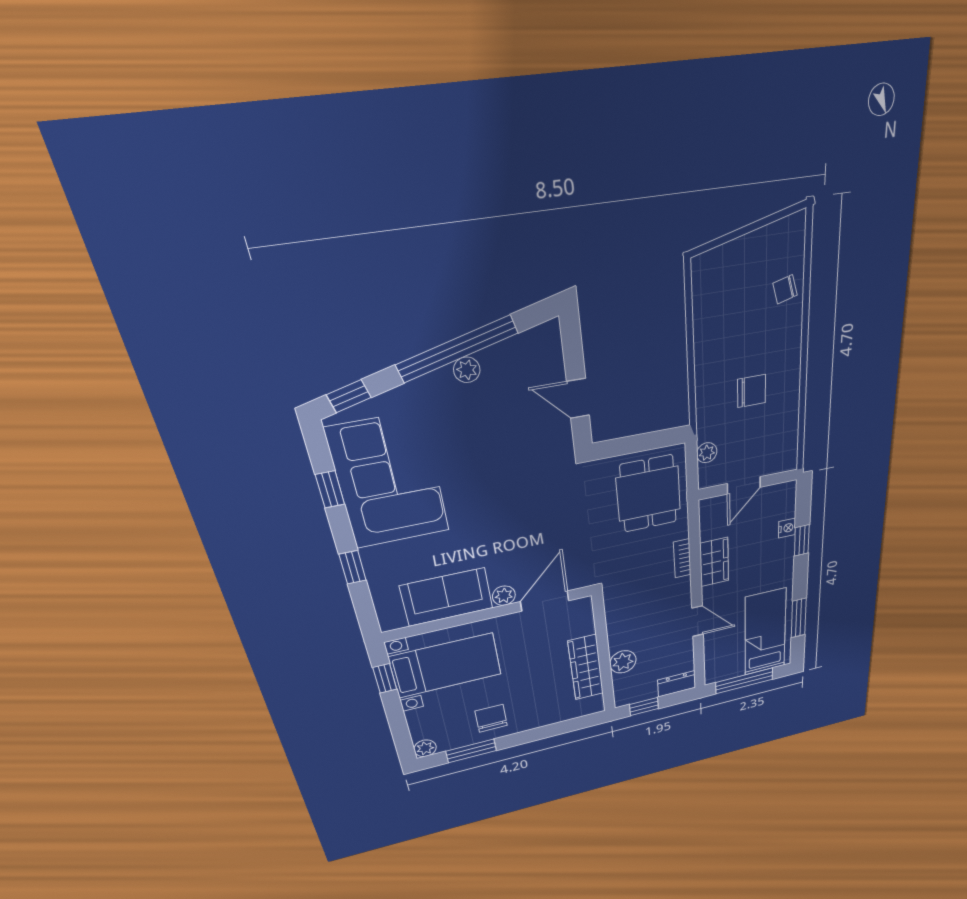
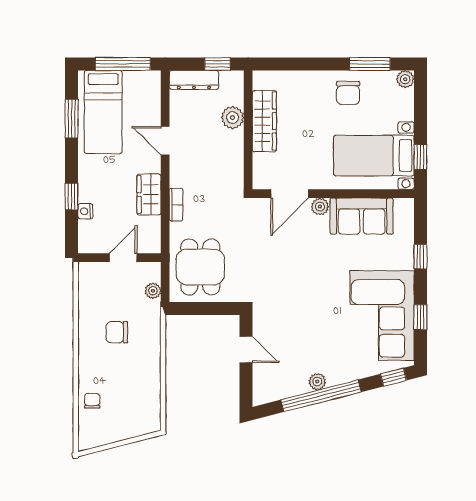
chair: (785, 289) -> (92, 401), turned -75
dresser: (677, 684) -> (194, 80), width x1.44

